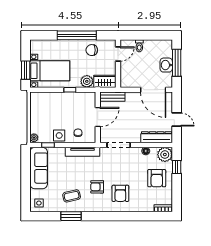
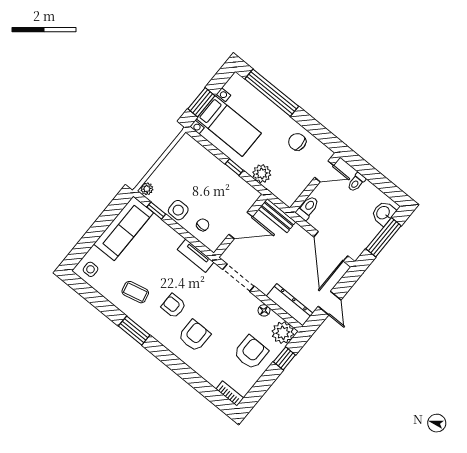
window: (77, 35) -> (272, 93), moved
washbasin: (166, 65) -> (383, 213), moved
toilet: (125, 80) -> (308, 208), added
wardrobe: (105, 81) -> (282, 190), removed
tv unit: (82, 152) -> (196, 256), width x0.71
armchair: (157, 178) -> (251, 352), turned 180
armchair: (120, 193) -> (194, 336), turned 180
window: (71, 216) -> (134, 331), moved

